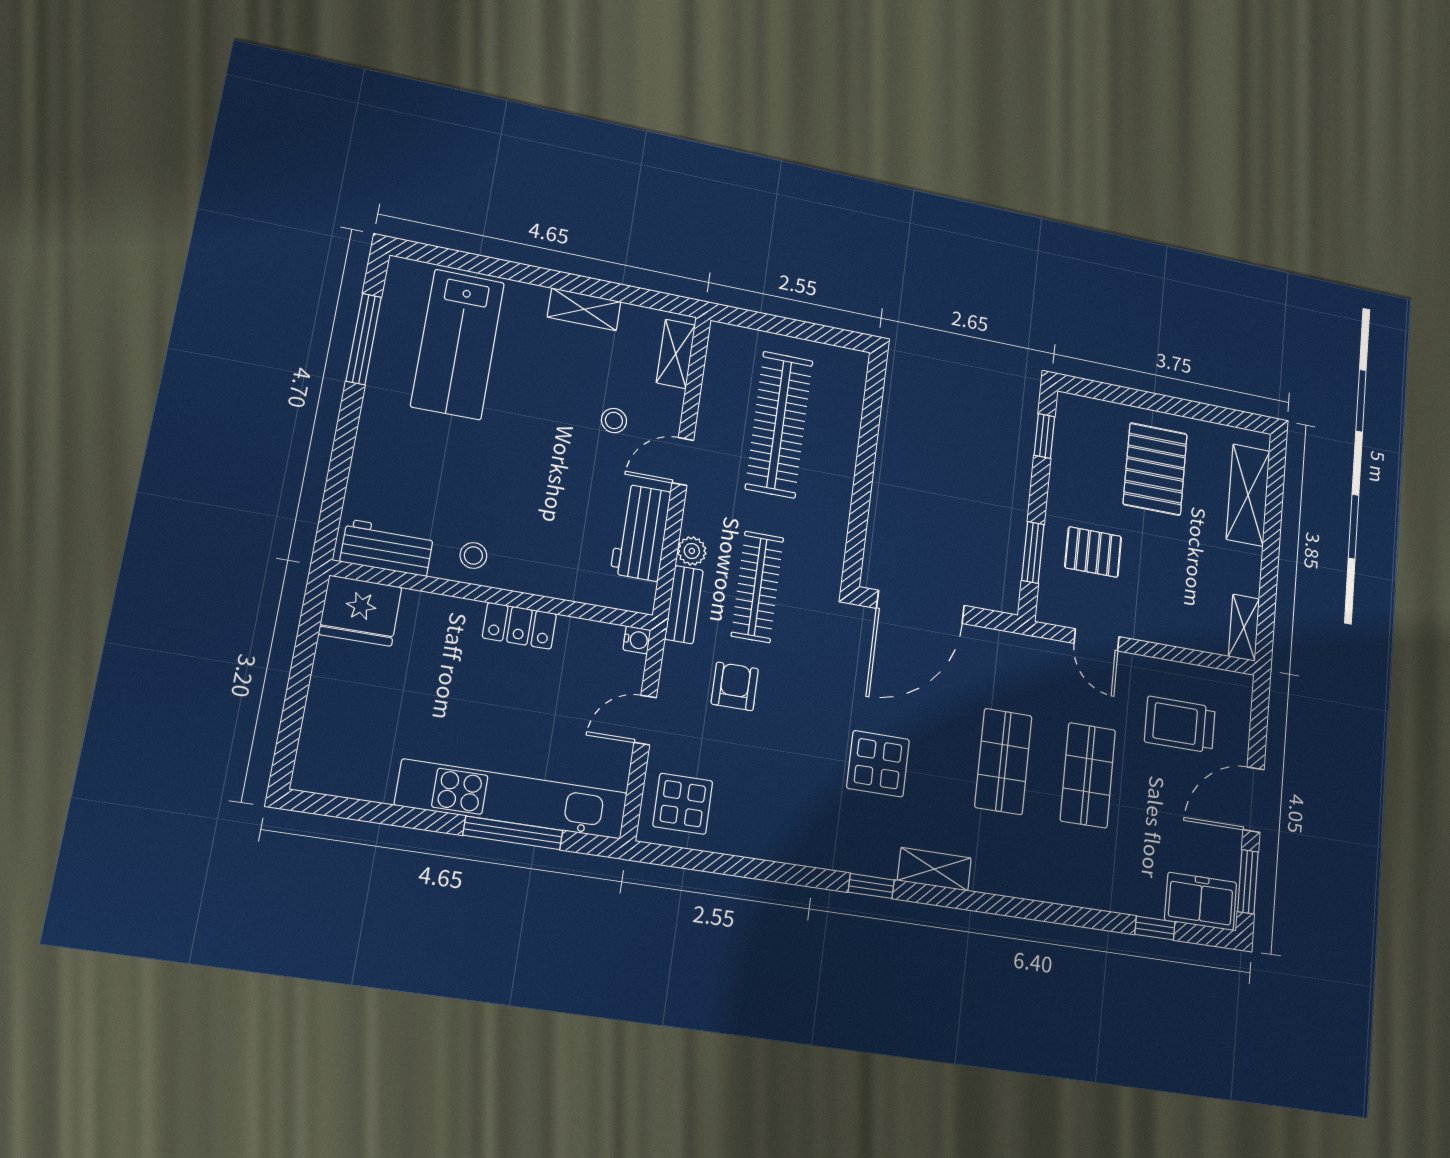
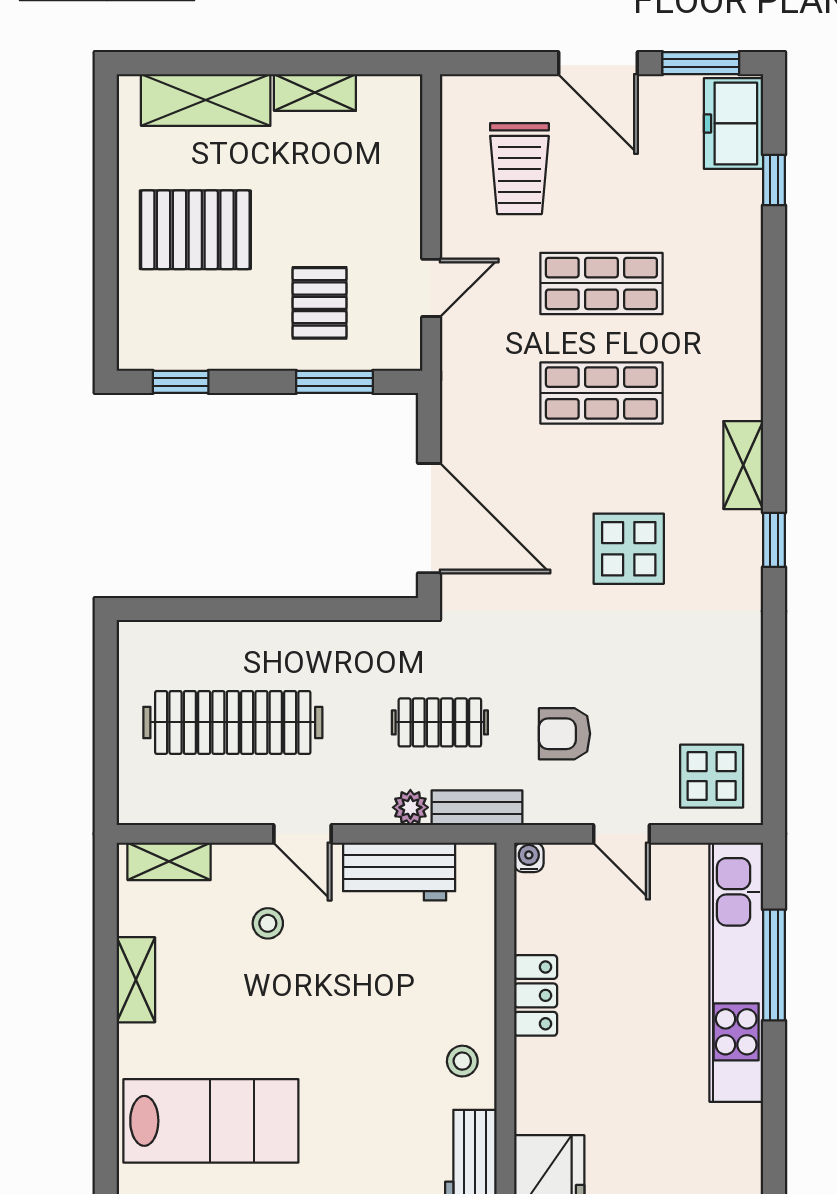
clothes rail: (757, 587) -> (440, 722), width x0.73
shelving: (1244, 628) -> (315, 92), moved

